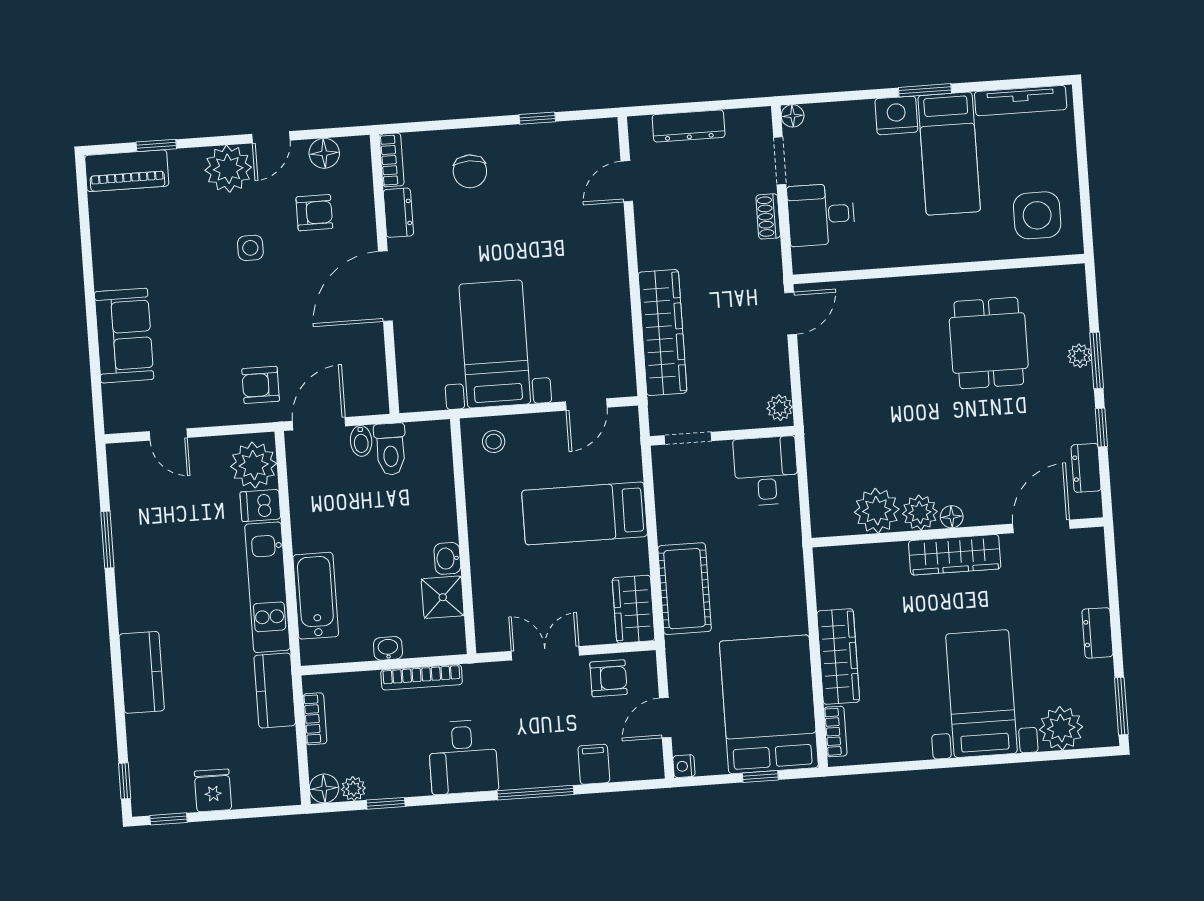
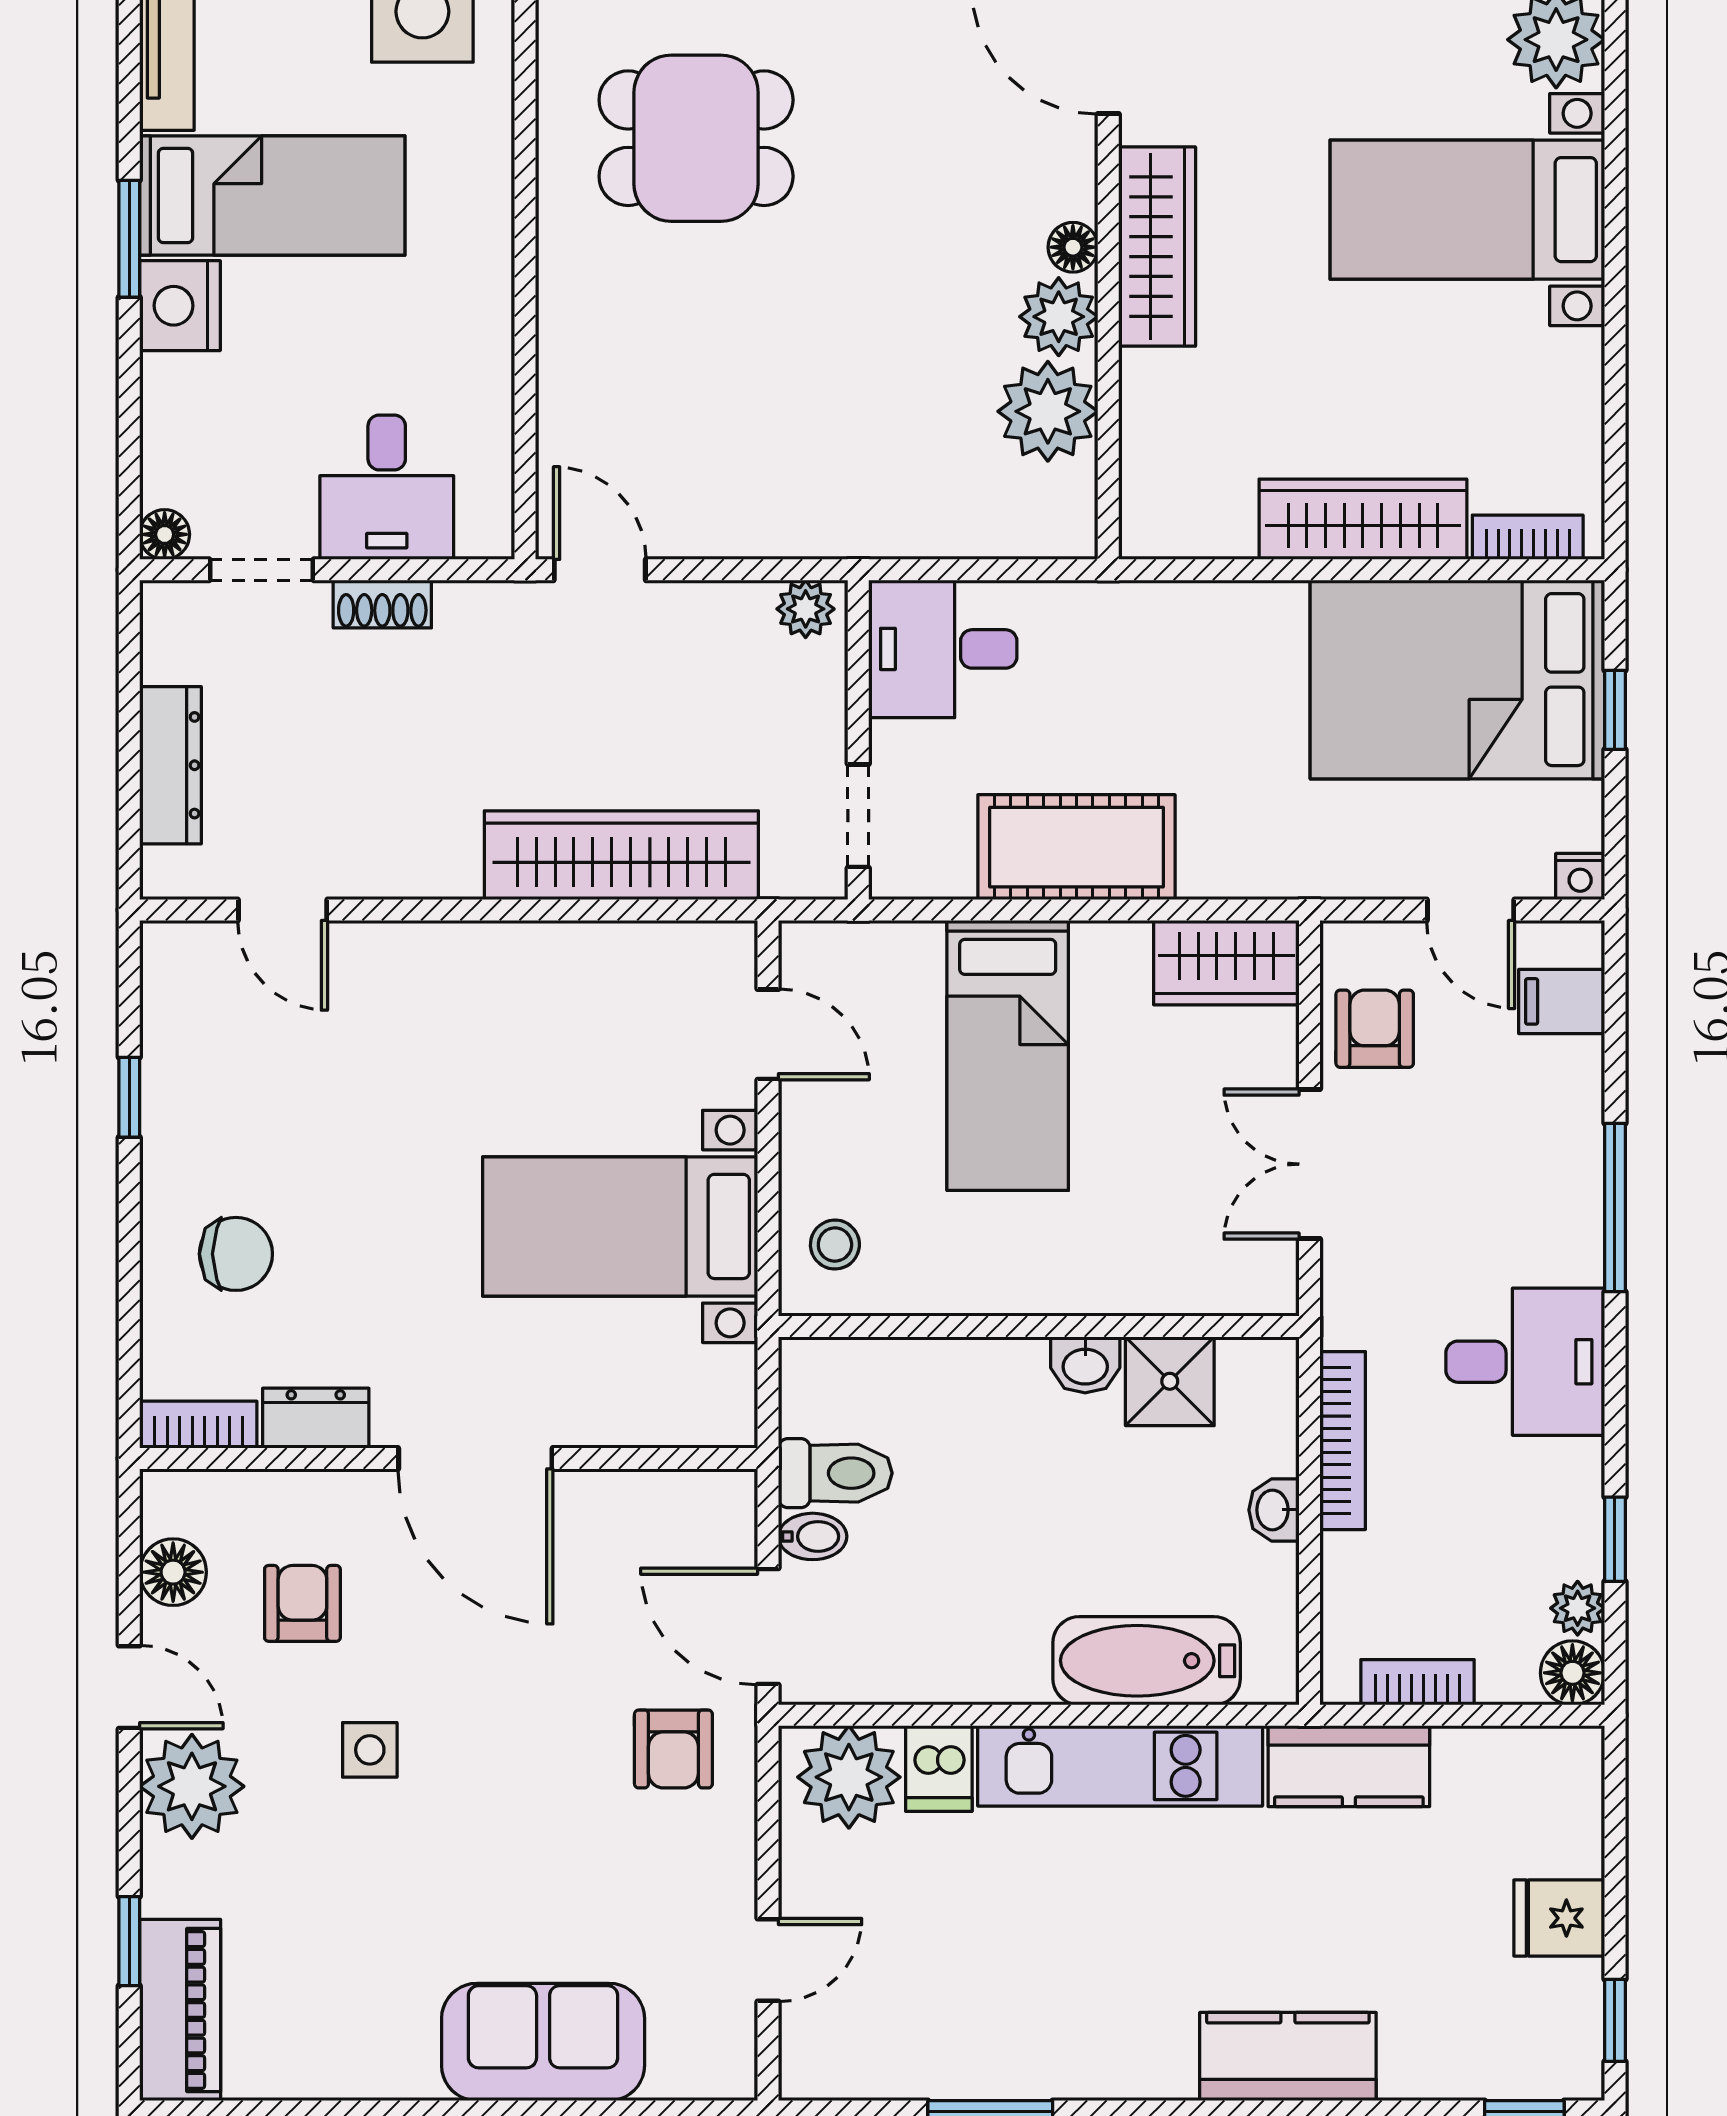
cot: (685, 589) -> (1076, 847), moved
filing cabinet: (594, 764) -> (1562, 1001), moved

